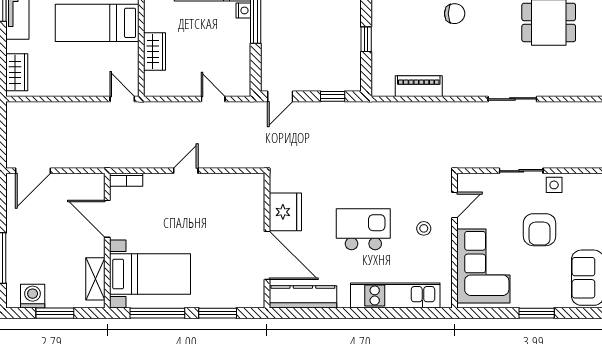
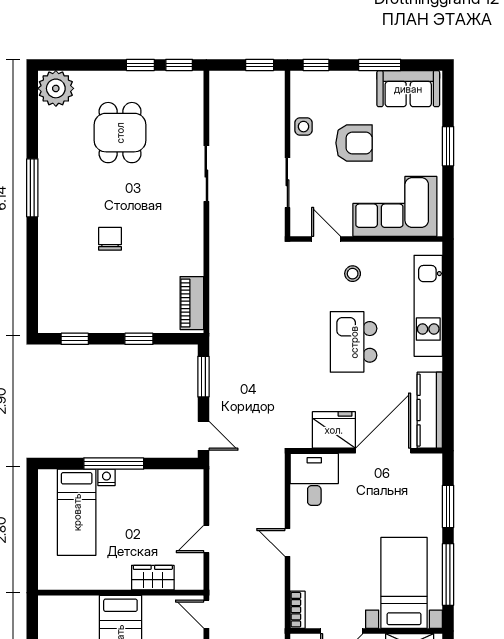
piano: (419, 86) -> (192, 303), moved
window: (333, 96) -> (203, 377), width x1.50
door: (122, 99) -> (206, 614), hinge flipped
door: (213, 99) -> (206, 539), moved
sliding door: (521, 171) -> (287, 183), moved
desk: (242, 194) -> (314, 479), added

